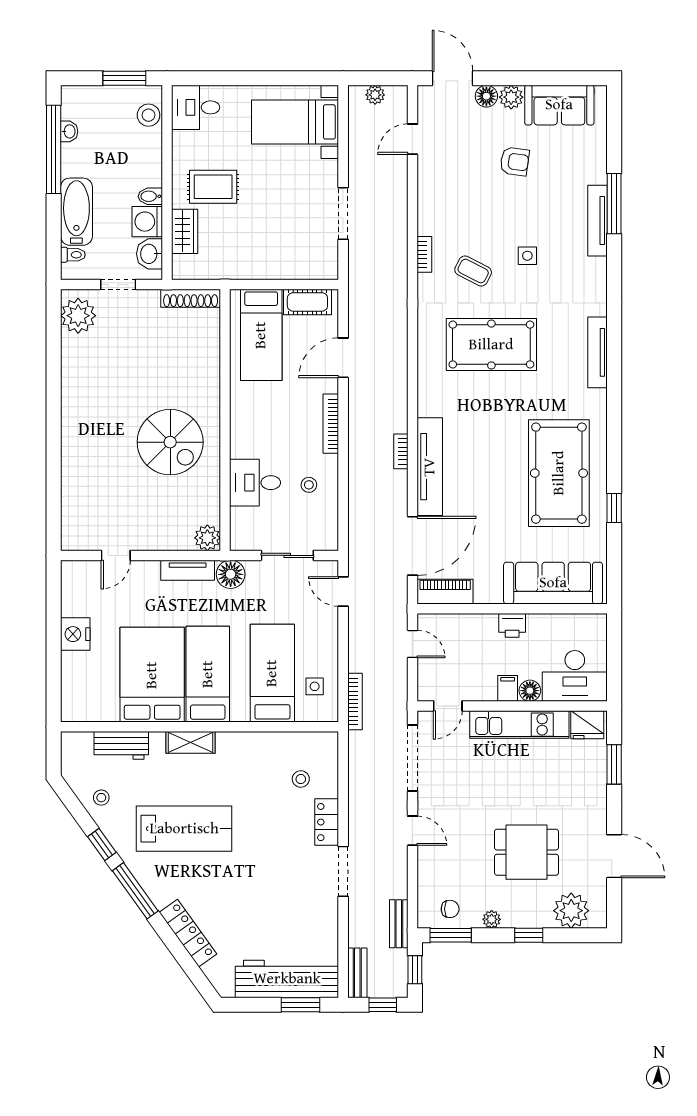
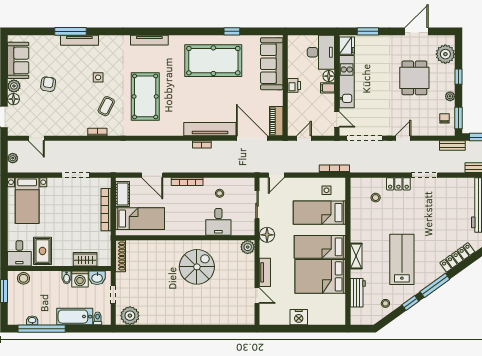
rug: (213, 187) -> (42, 251), moved
bookcase: (278, 271) -> (106, 210), added
tv unit: (188, 570) -> (265, 272), moved

